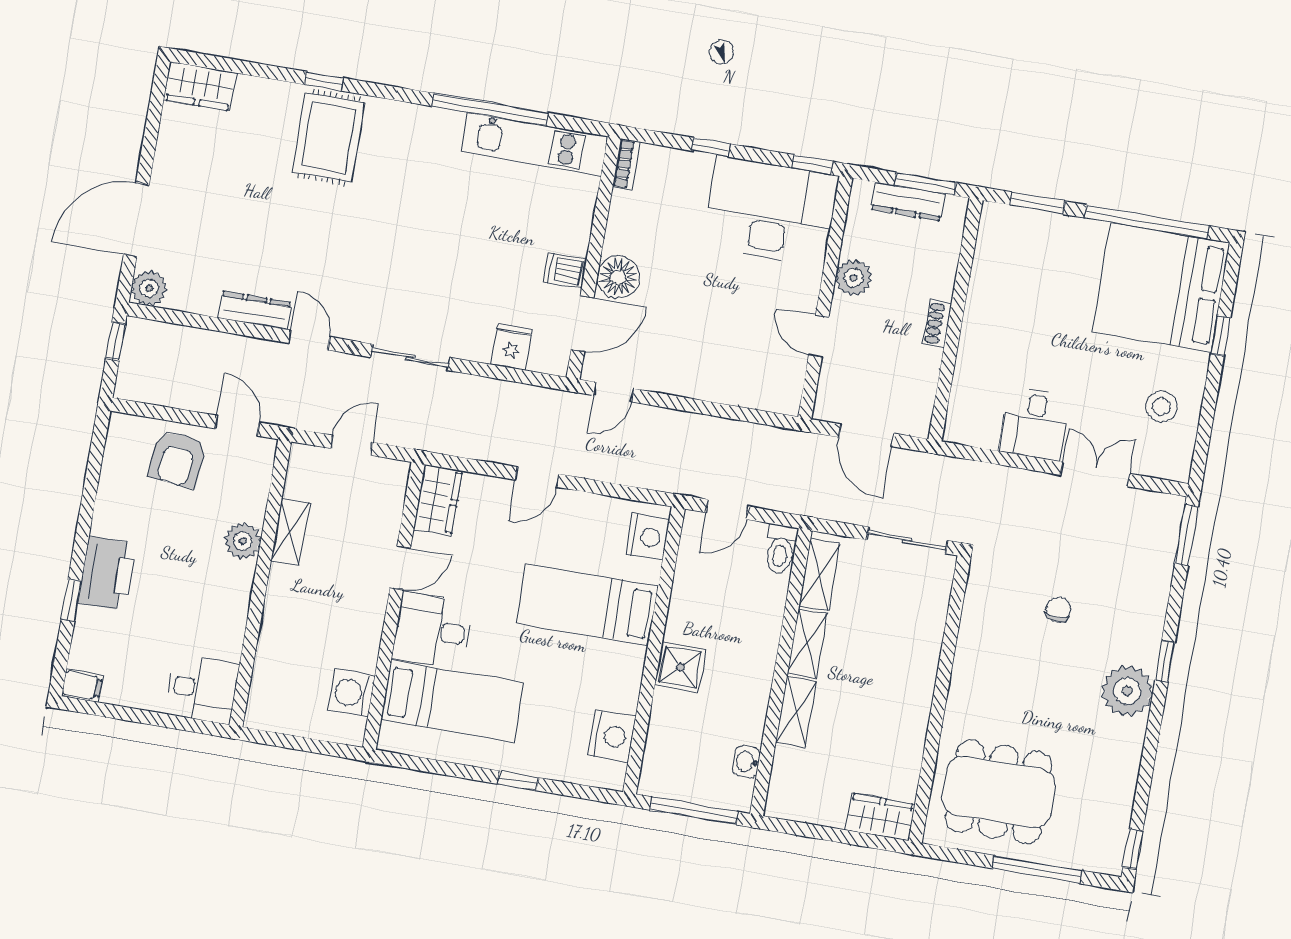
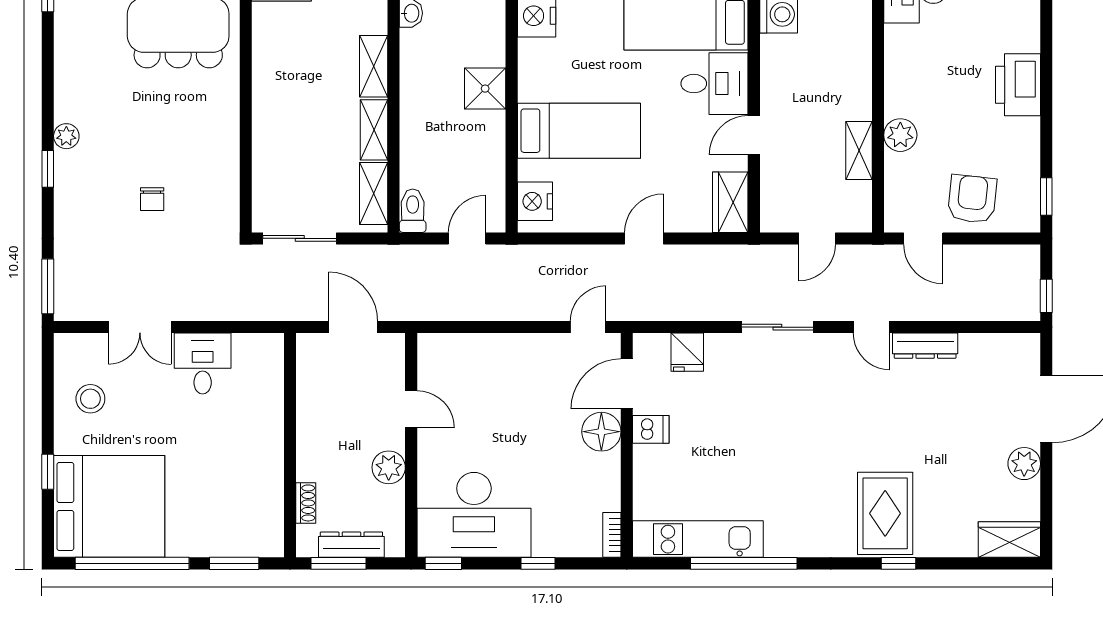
plant: (149, 288) -> (1024, 464), moved
shoe rack: (937, 324) -> (306, 503), moved
window: (71, 600) -> (1046, 197), moved
plant: (1127, 691) -> (66, 136), width x0.53, depth x0.53

